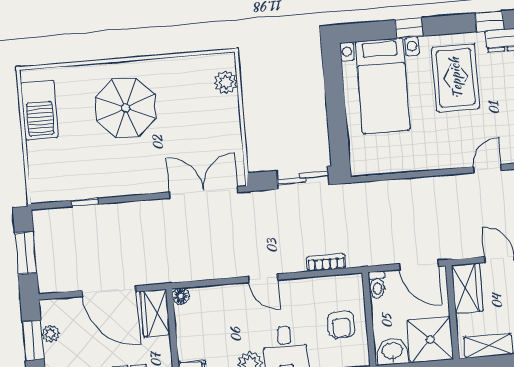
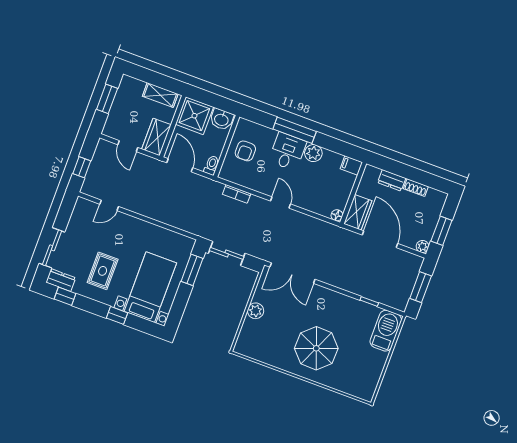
rug: (456, 78) -> (103, 271), width x0.73, depth x0.70
plant: (226, 82) -> (256, 311), moved
barbecue: (39, 110) -> (386, 331), moved
window: (338, 134) -> (192, 270), added
armchair: (341, 324) -> (245, 151), turned 180
plant: (51, 334) -> (422, 246), moved

